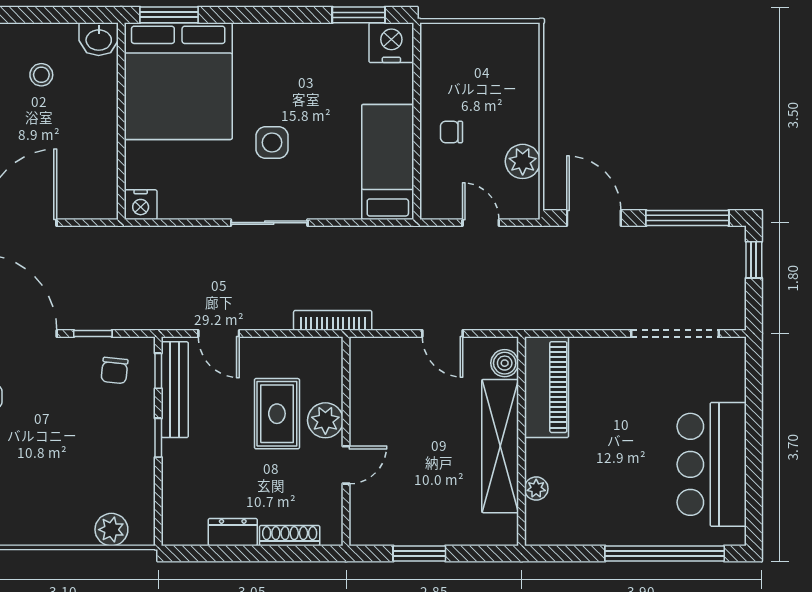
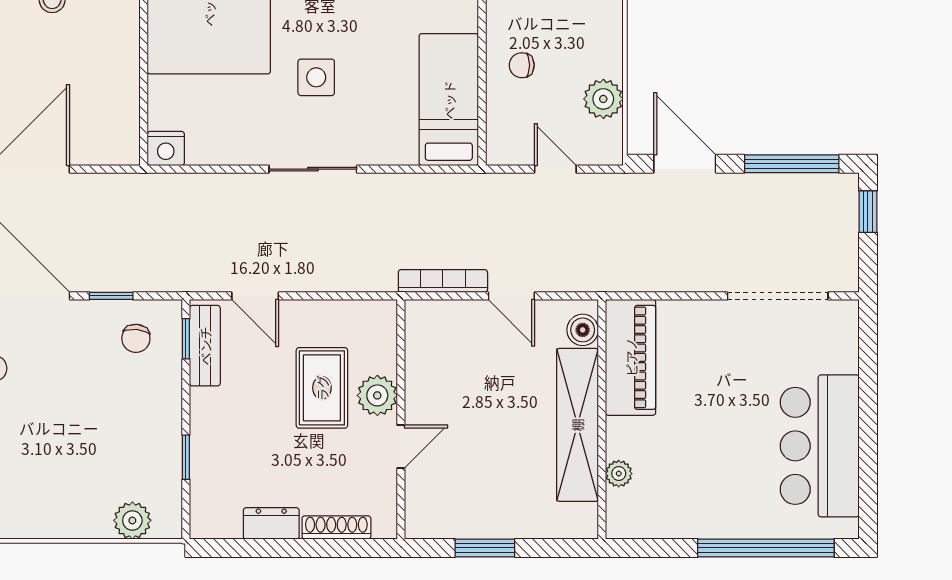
bookcase: (333, 320) -> (443, 281), moved
bench: (175, 390) -> (205, 346), width x0.73
window: (158, 438) -> (186, 457), moved

